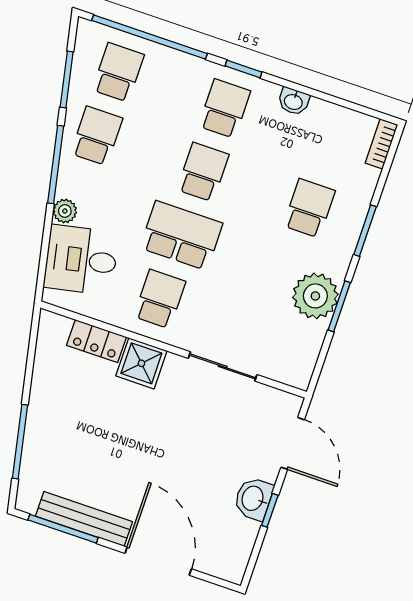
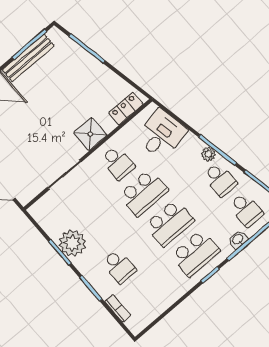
washbasin: (294, 101) -> (238, 240), moved
school desk: (225, 109) -> (196, 253), width x1.85
bookcase: (382, 144) -> (118, 308), moved
school desk: (203, 172) -> (170, 223), width x1.85
plant: (65, 211) -> (208, 154), moved
locker: (96, 341) -> (126, 109), moved

